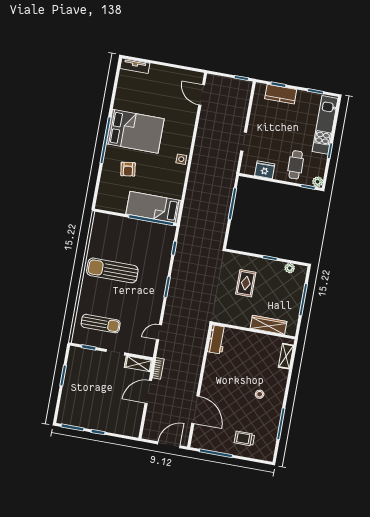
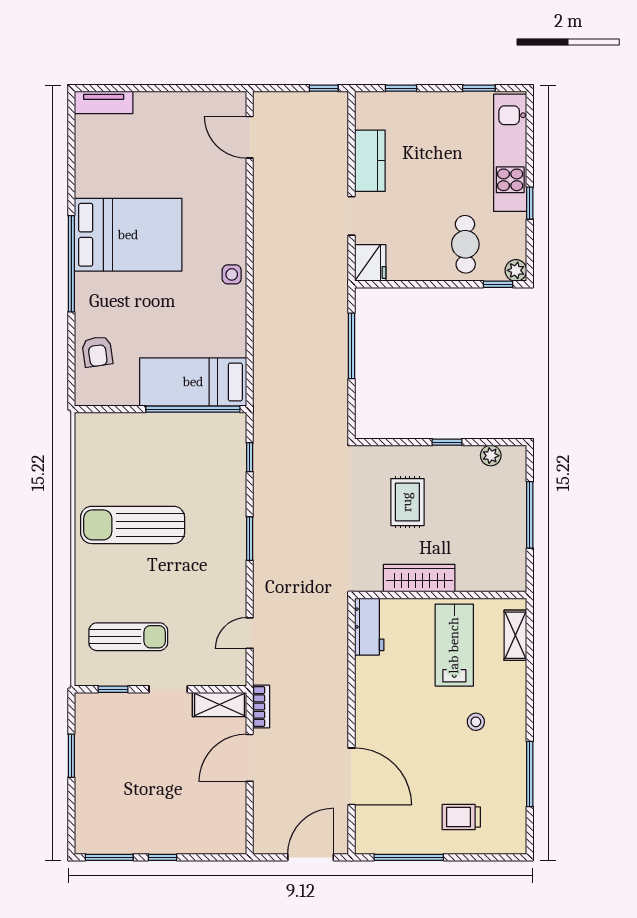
kitchen counter: (281, 94) -> (370, 161), moved, turned -90
armchair: (128, 169) -> (97, 352), moved
fridge: (265, 170) -> (370, 263), moved, turned 90
wardrobe: (269, 325) -> (419, 578), moved
lab bench: (256, 356) -> (454, 645), added

